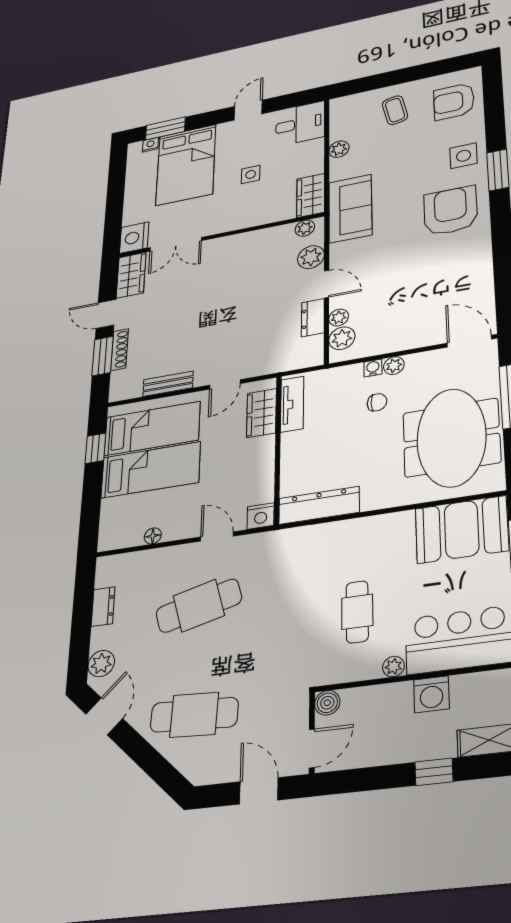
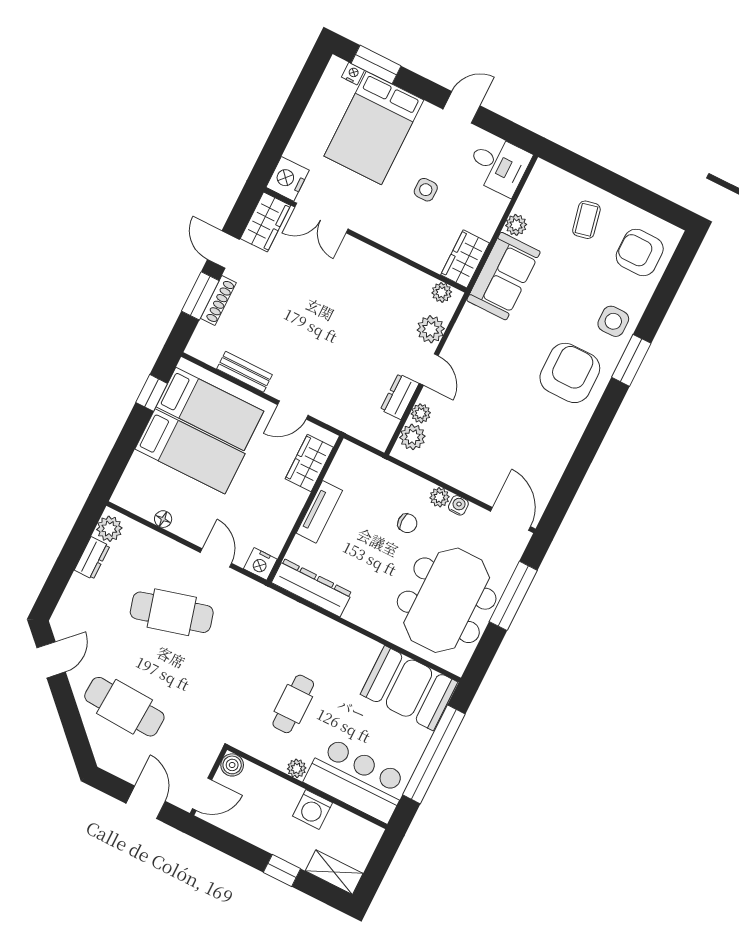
sofa: (350, 209) -> (503, 276), moved
water cooler: (373, 368) -> (458, 505), moved
tv unit: (292, 404) -> (319, 512), moved
plant: (101, 664) -> (109, 529), moved

